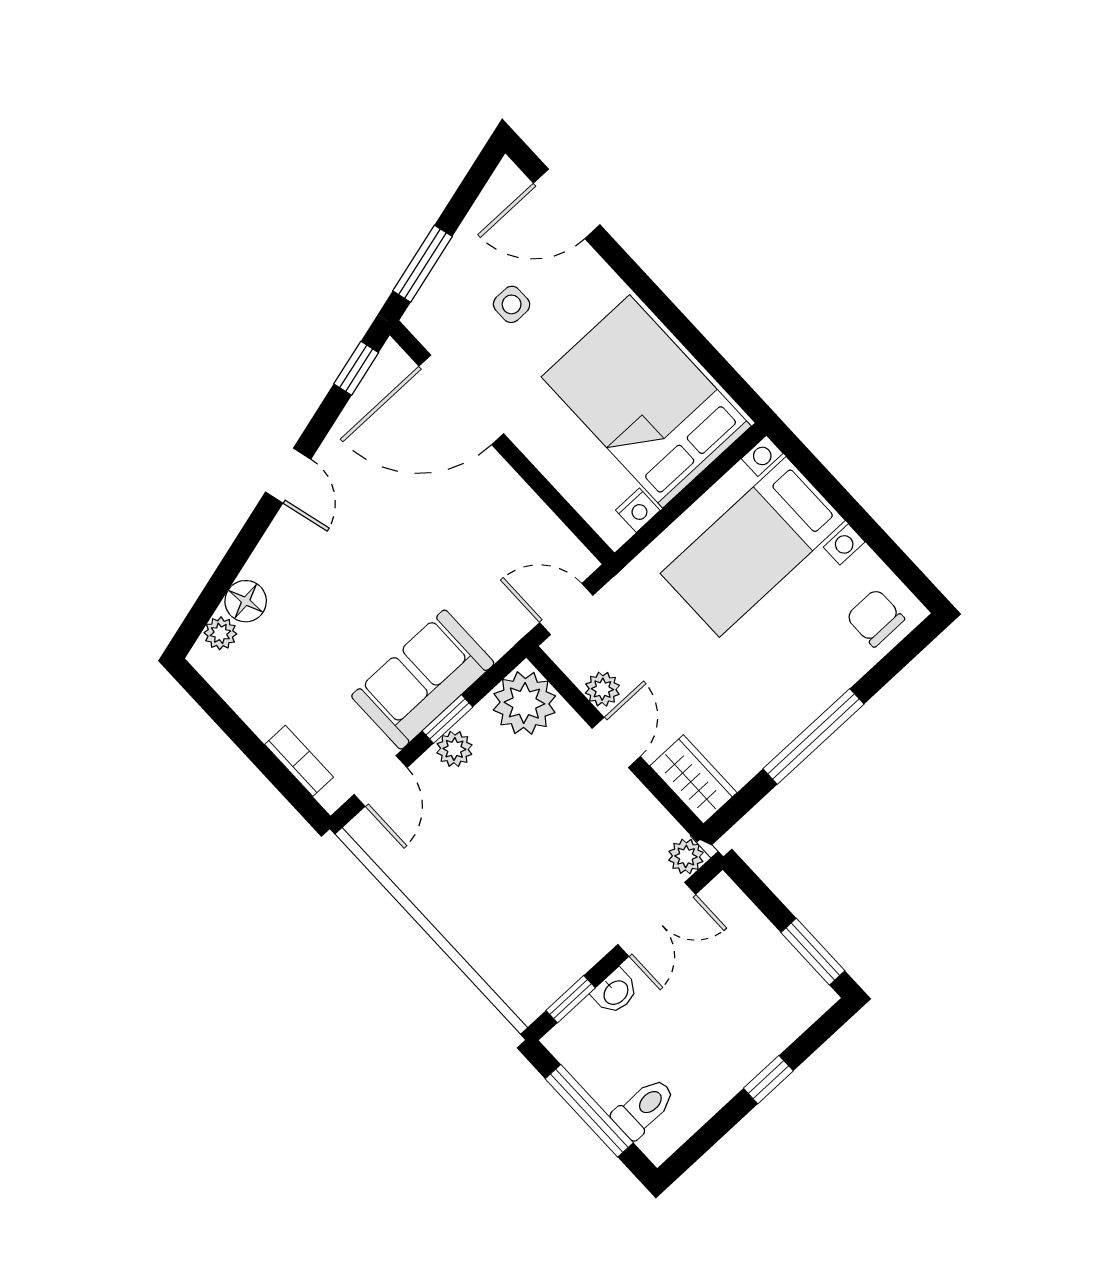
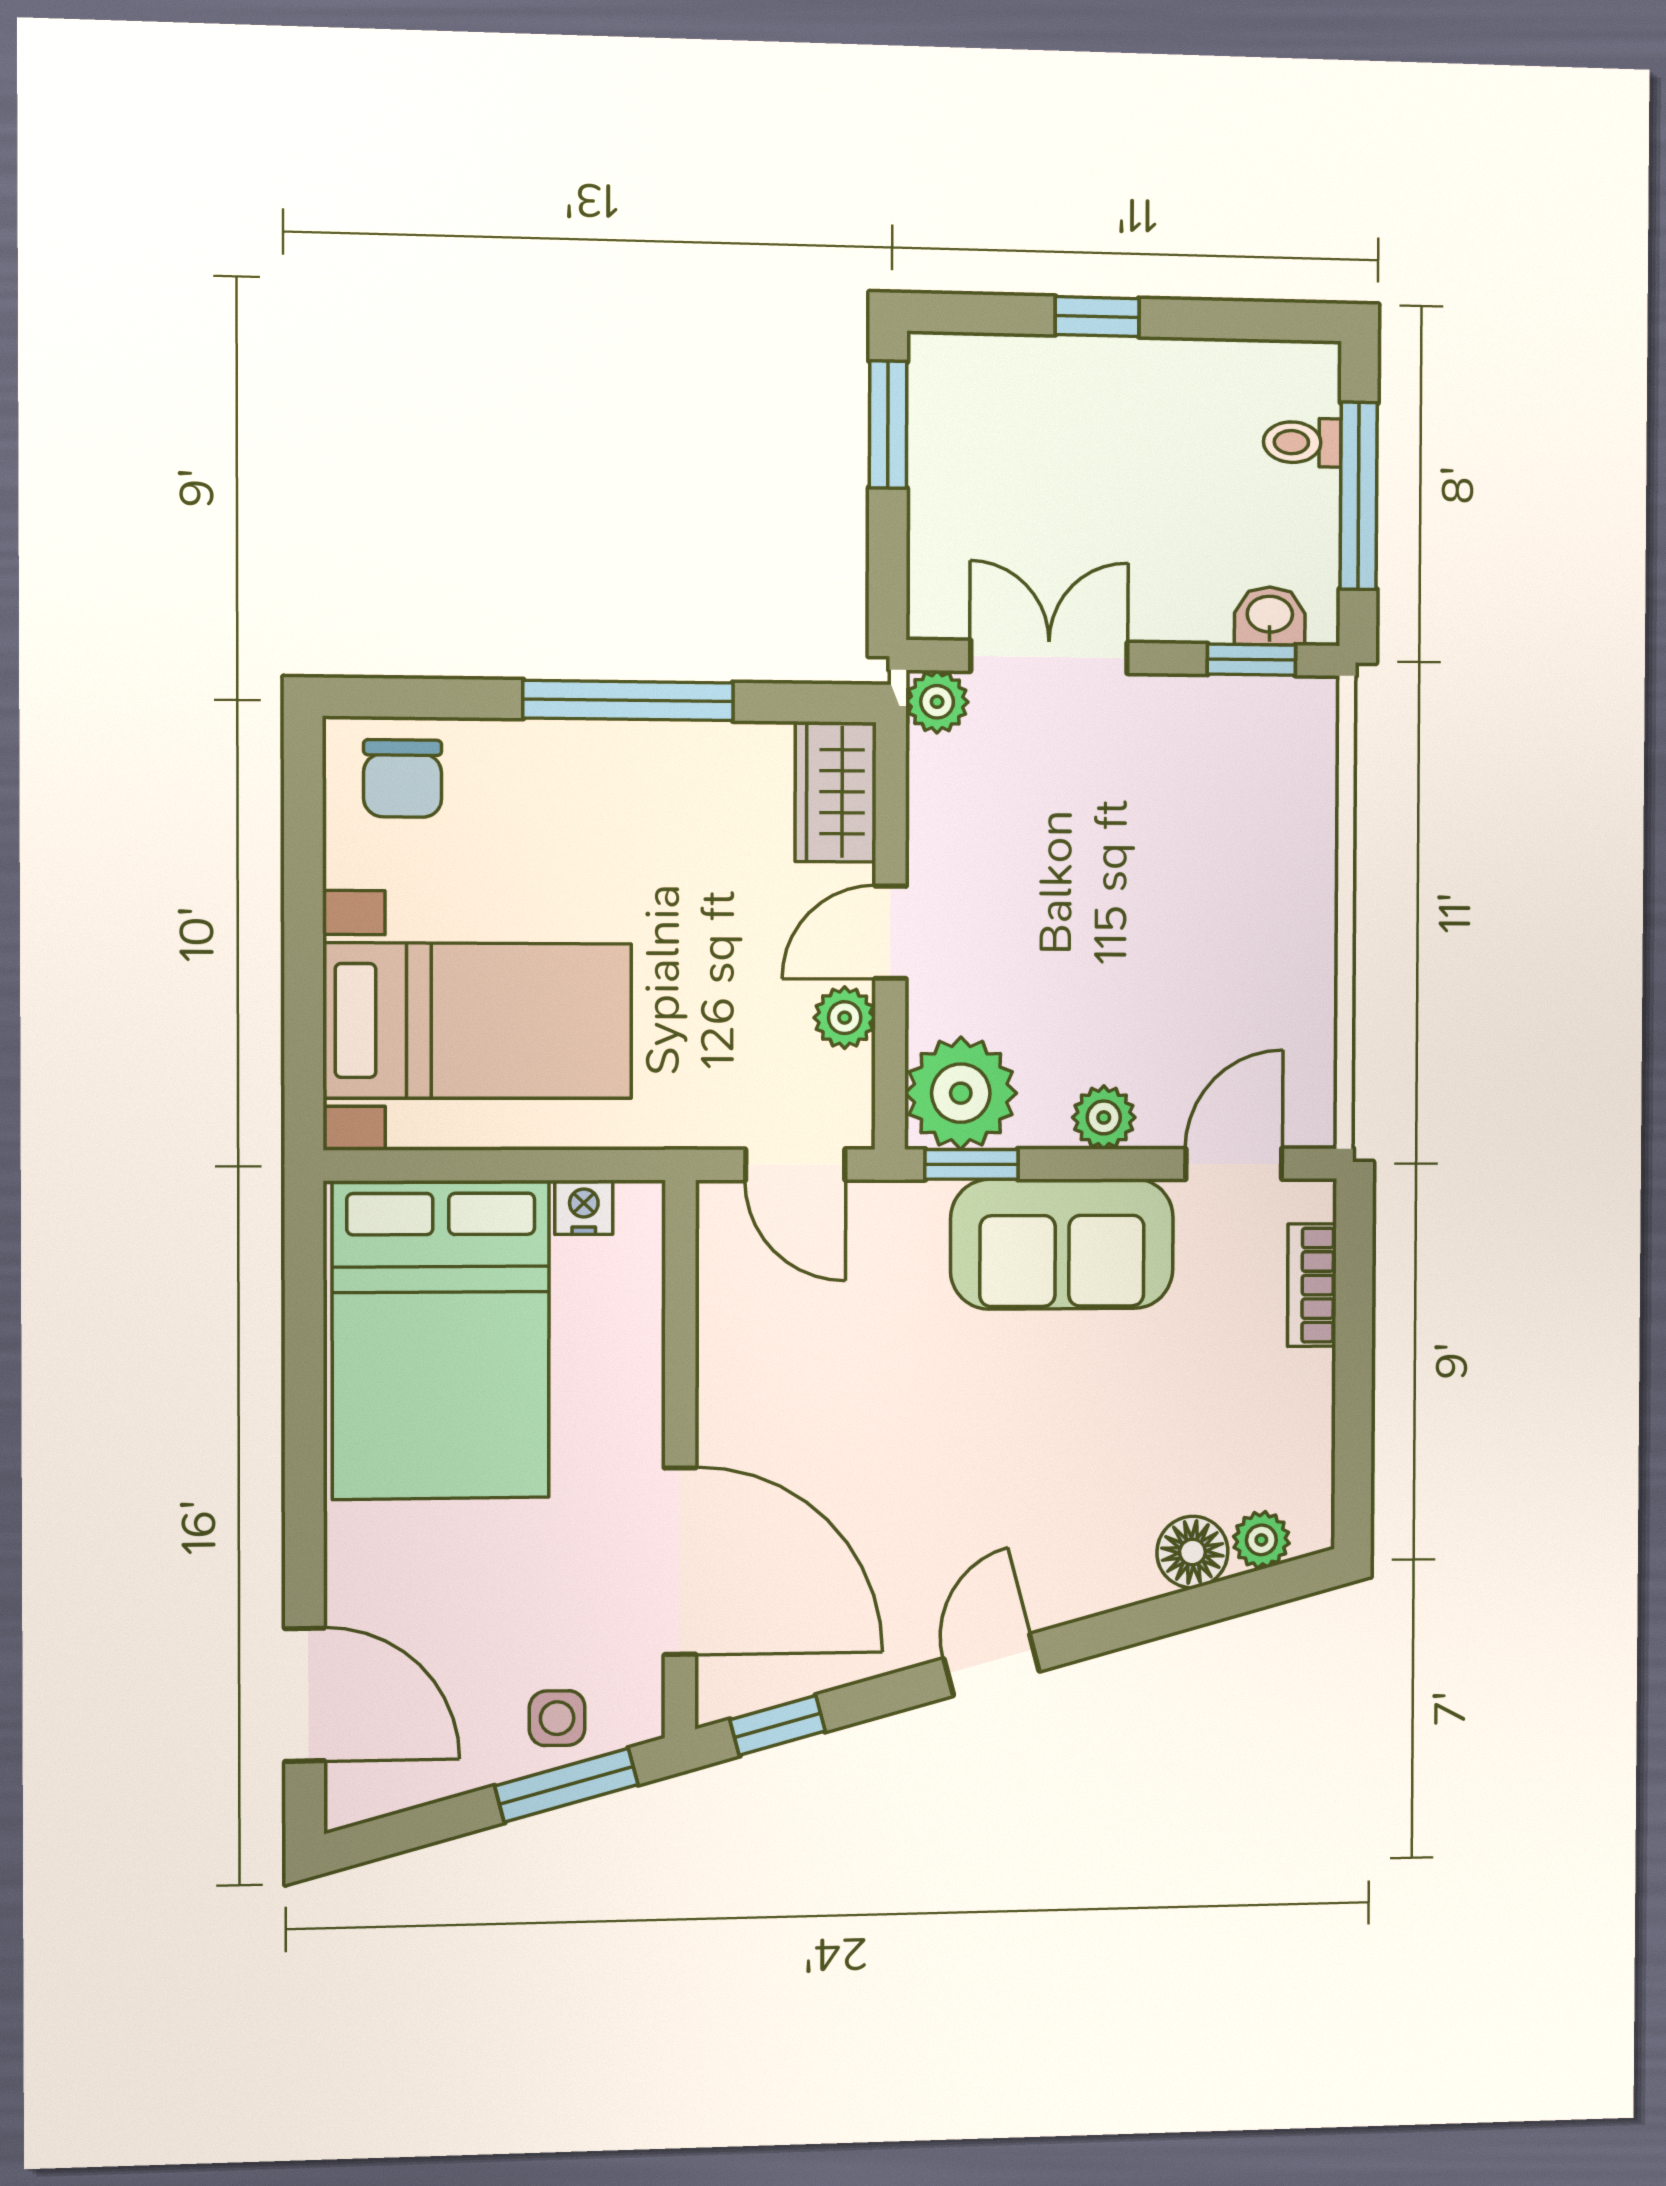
side table: (512, 304) -> (557, 1718), moved
window: (447, 719) -> (972, 1164), moved
washbasin: (615, 992) -> (1270, 616), moved
toilet: (644, 1108) -> (1302, 442), width x0.73, depth x0.72

